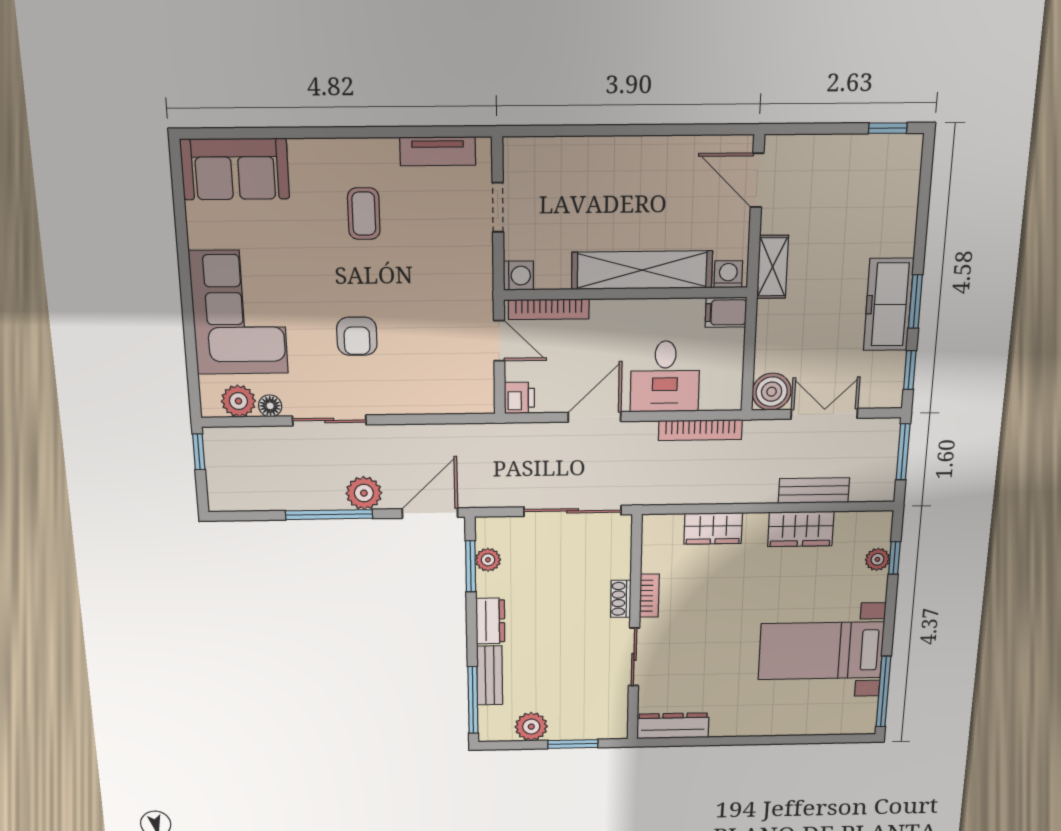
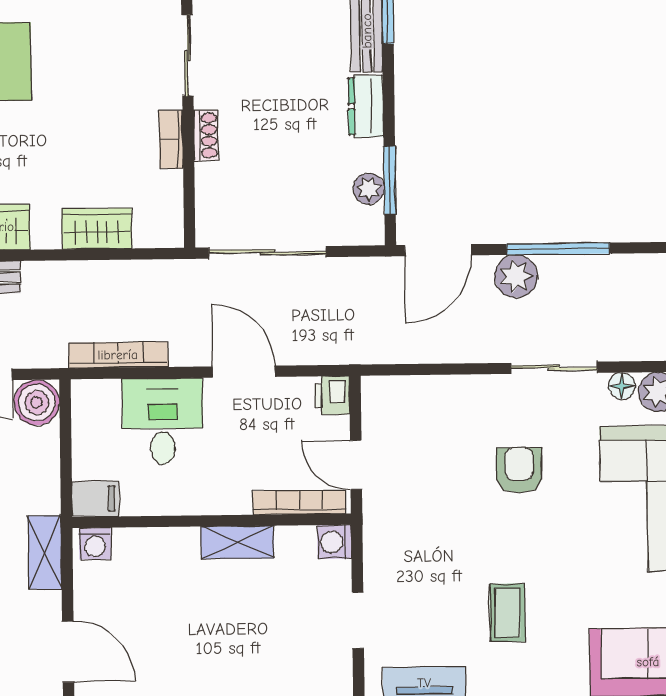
shelving: (642, 270) -> (237, 542), width x0.45, depth x0.75
door: (595, 417) -> (244, 372), swing flipped

